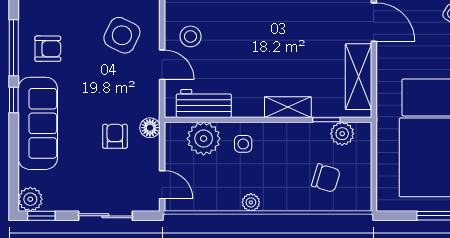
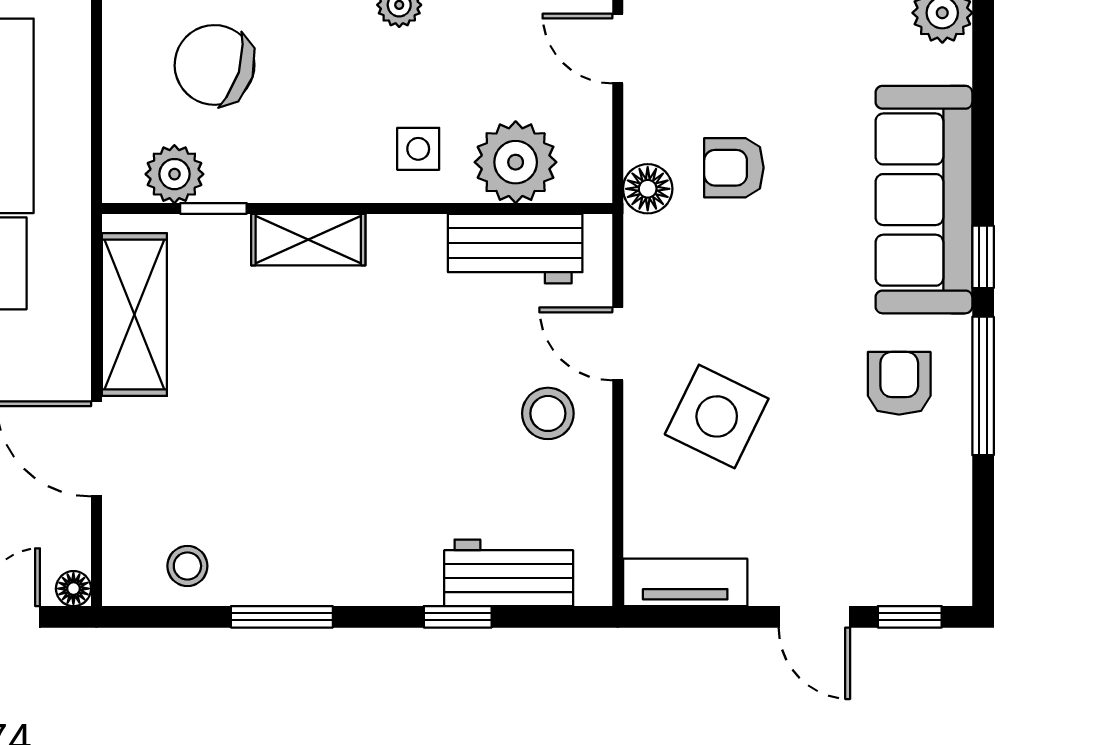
armchair: (48, 49) -> (899, 383), turned 90
armchair: (115, 136) -> (734, 168), turned 90
chair: (326, 178) -> (215, 65), width x1.37, depth x1.37

